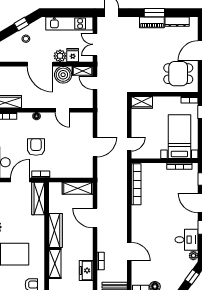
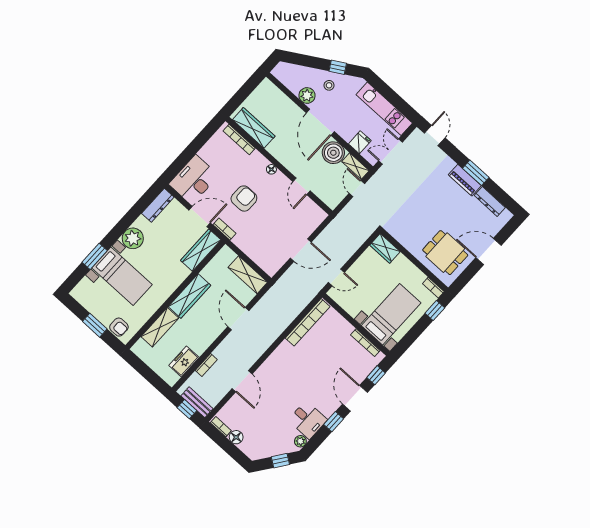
plant: (60, 56) -> (307, 96), moved

